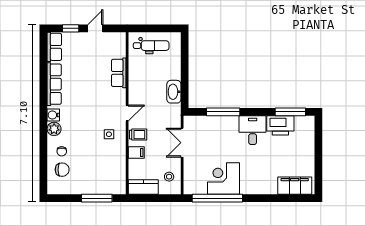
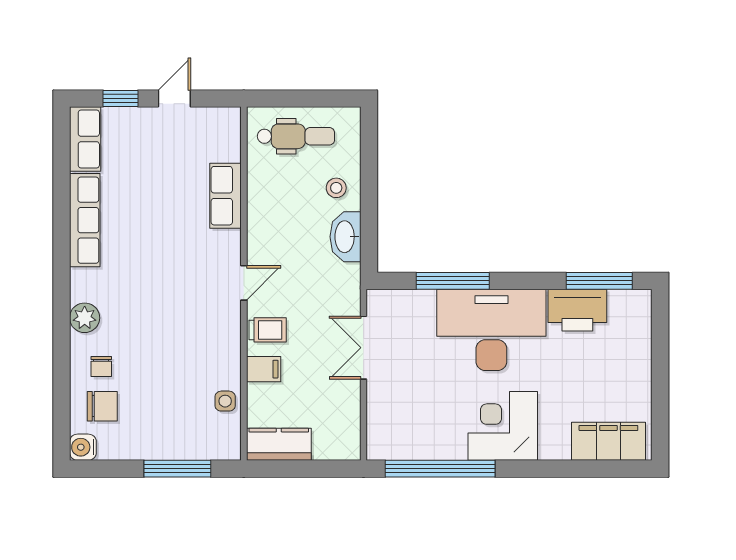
water cooler: (53, 115) -> (83, 447), moved
desk: (253, 130) -> (491, 330), width x1.87, depth x1.30
side table: (109, 134) -> (225, 401), moved
stool: (169, 177) -> (336, 188), moved
corner desk: (224, 179) -> (503, 426), moved

